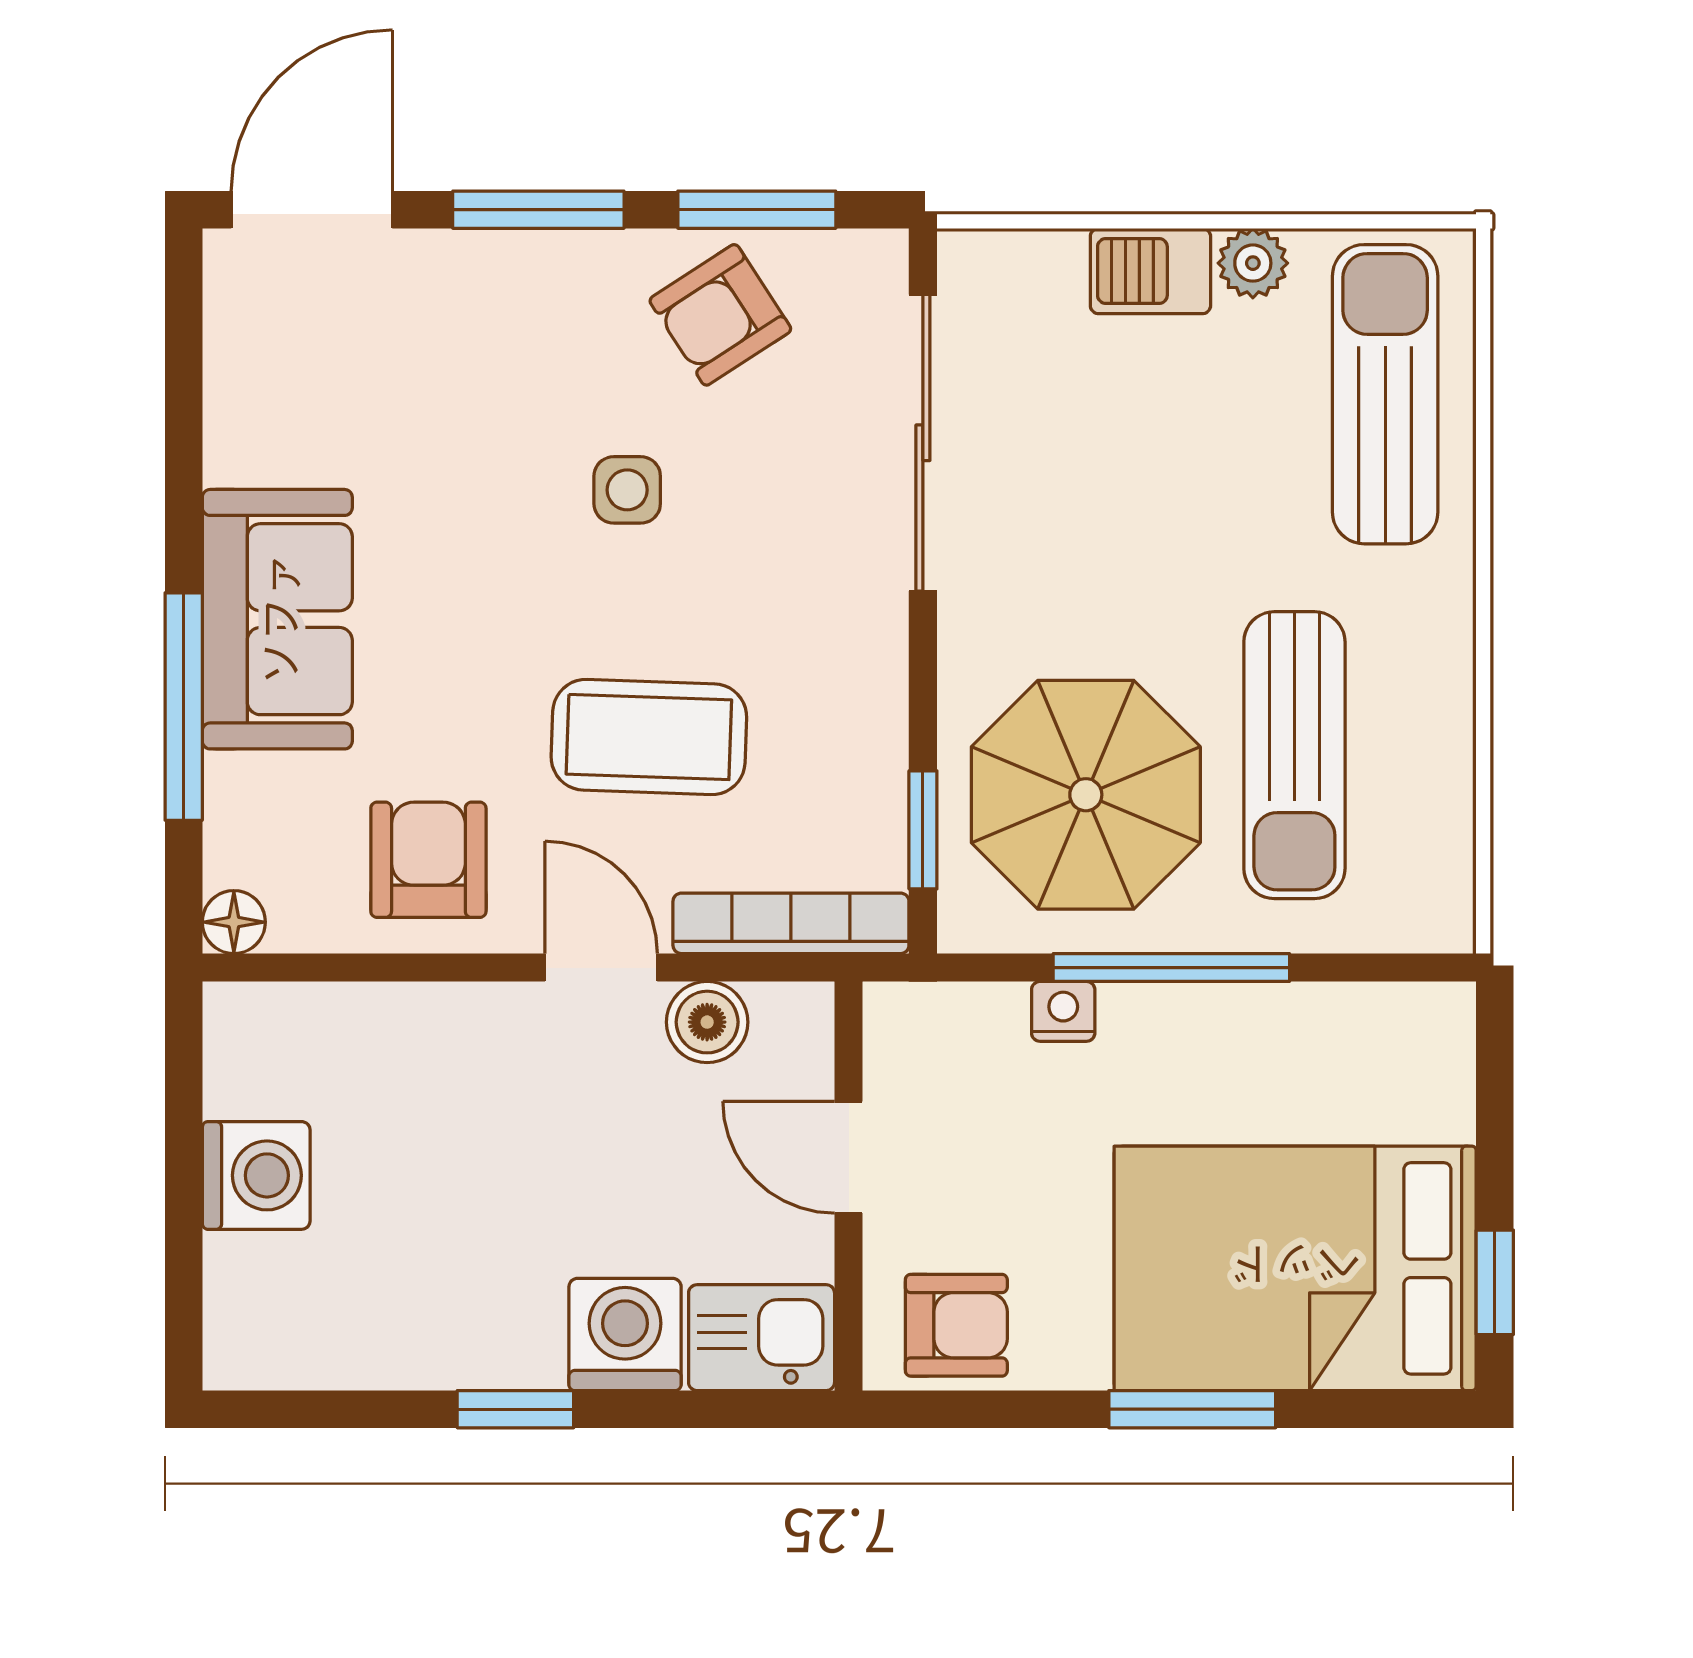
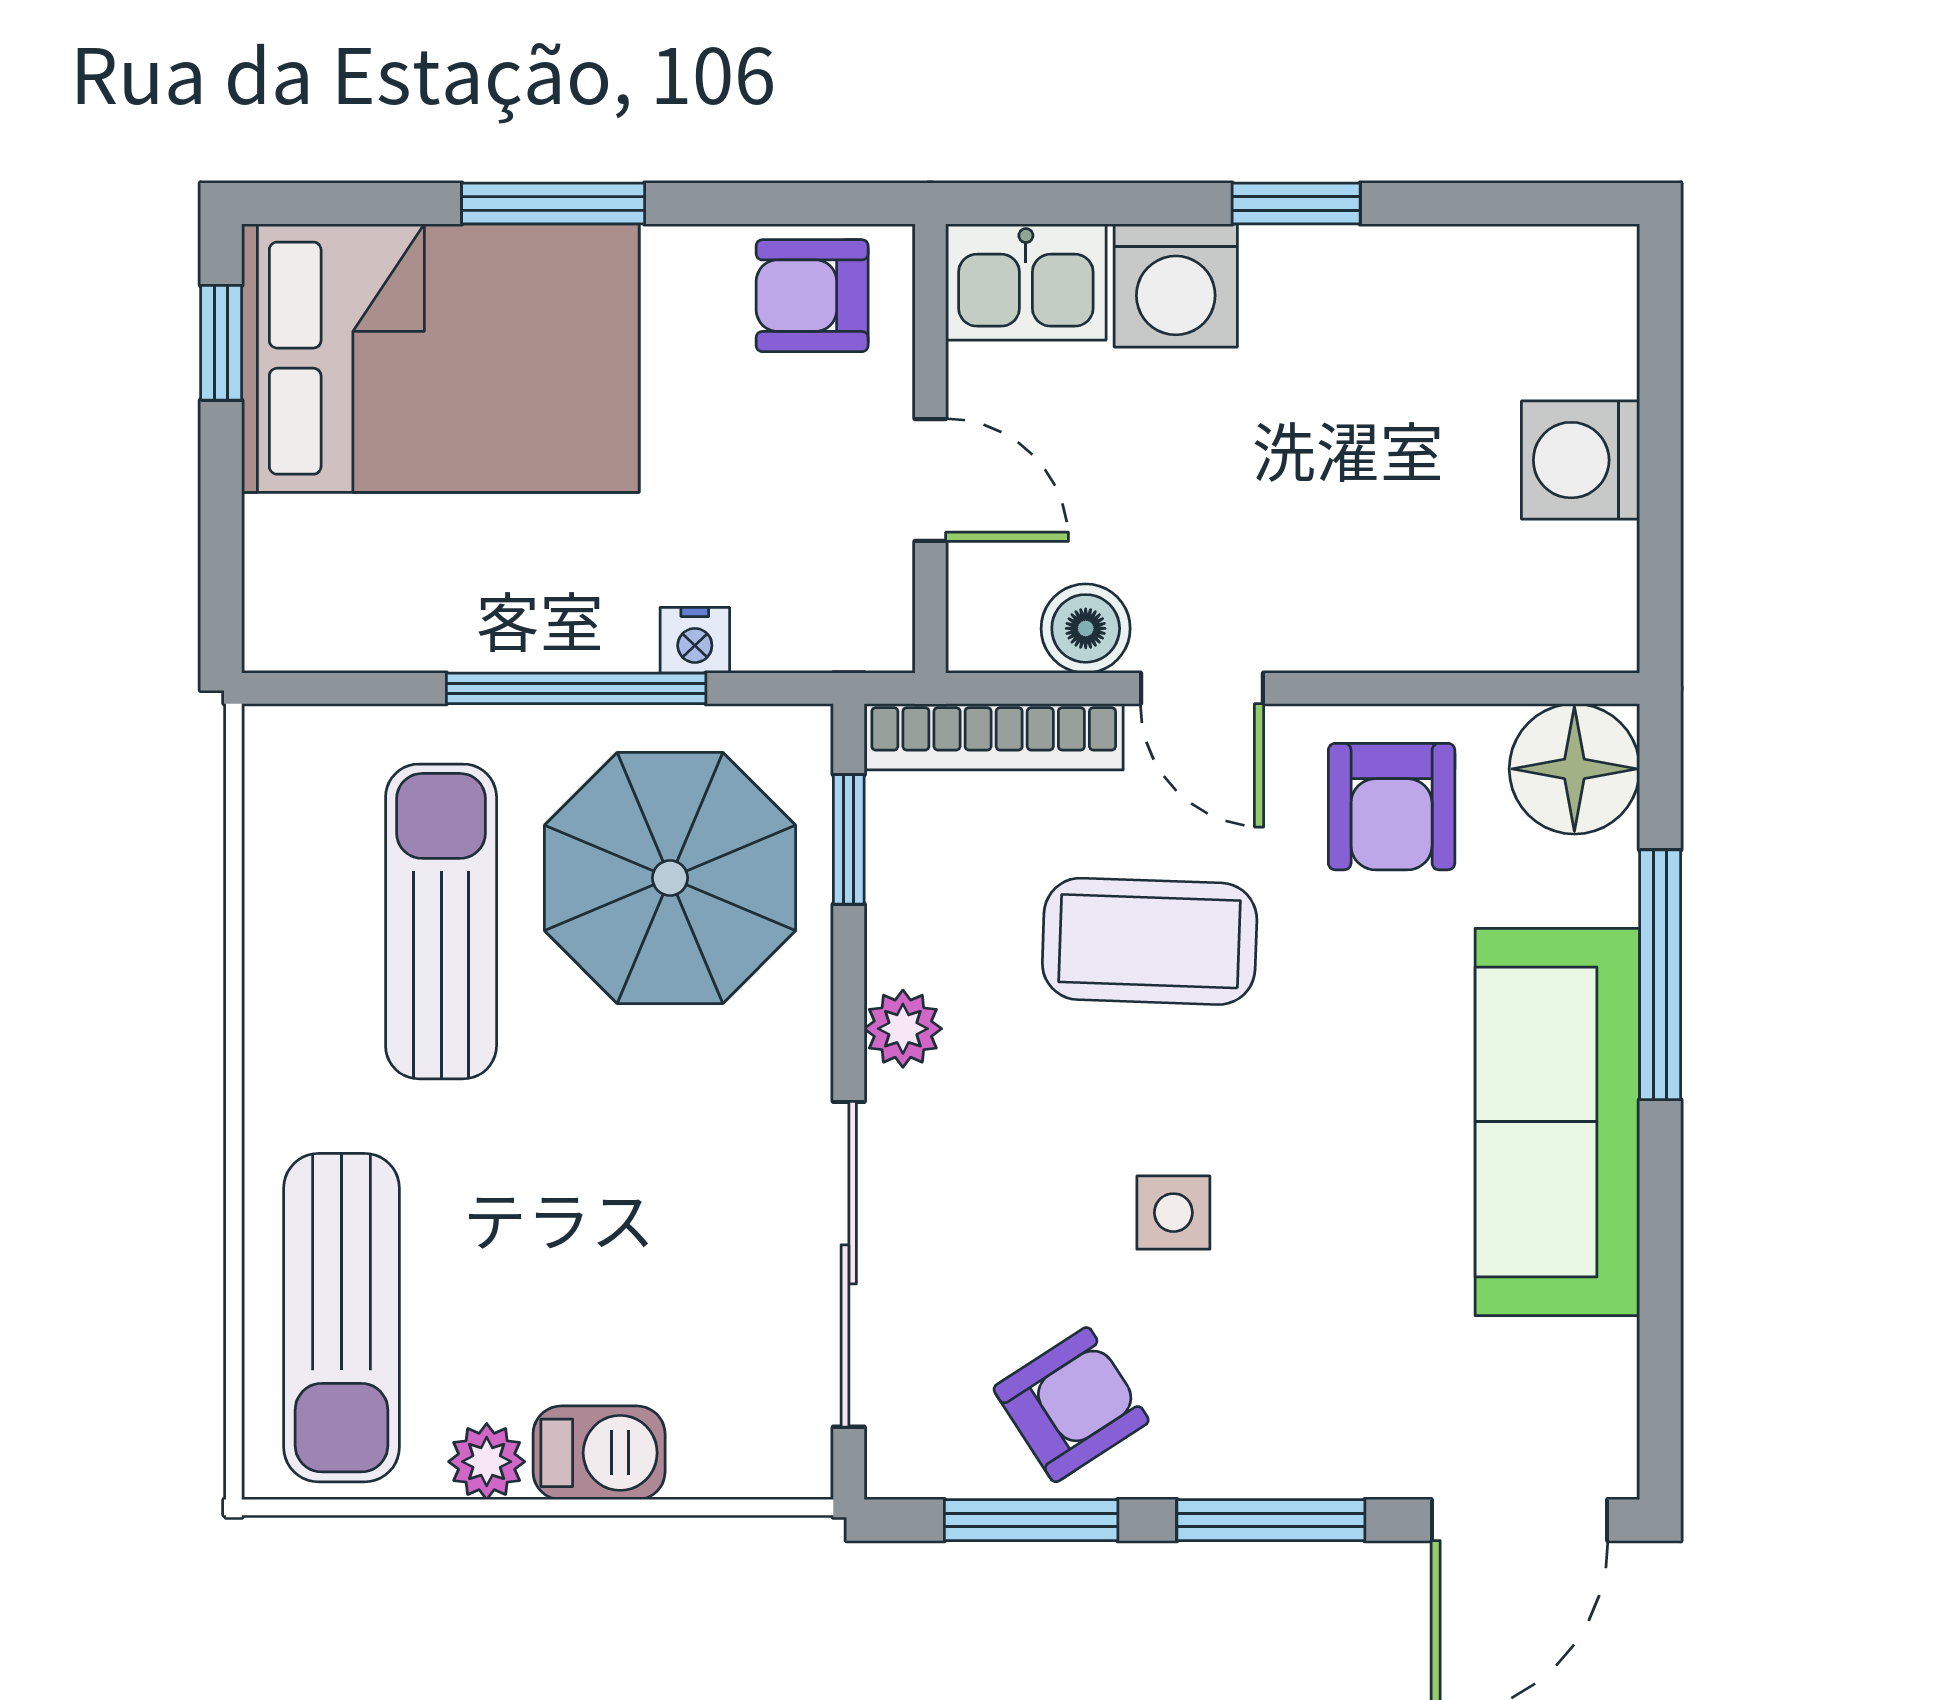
sofa: (277, 619) -> (1557, 1122), width x1.36
plant: (874, 657) -> (903, 1029), added
floor lamp: (234, 922) -> (1574, 769), width x1.89, depth x1.89

